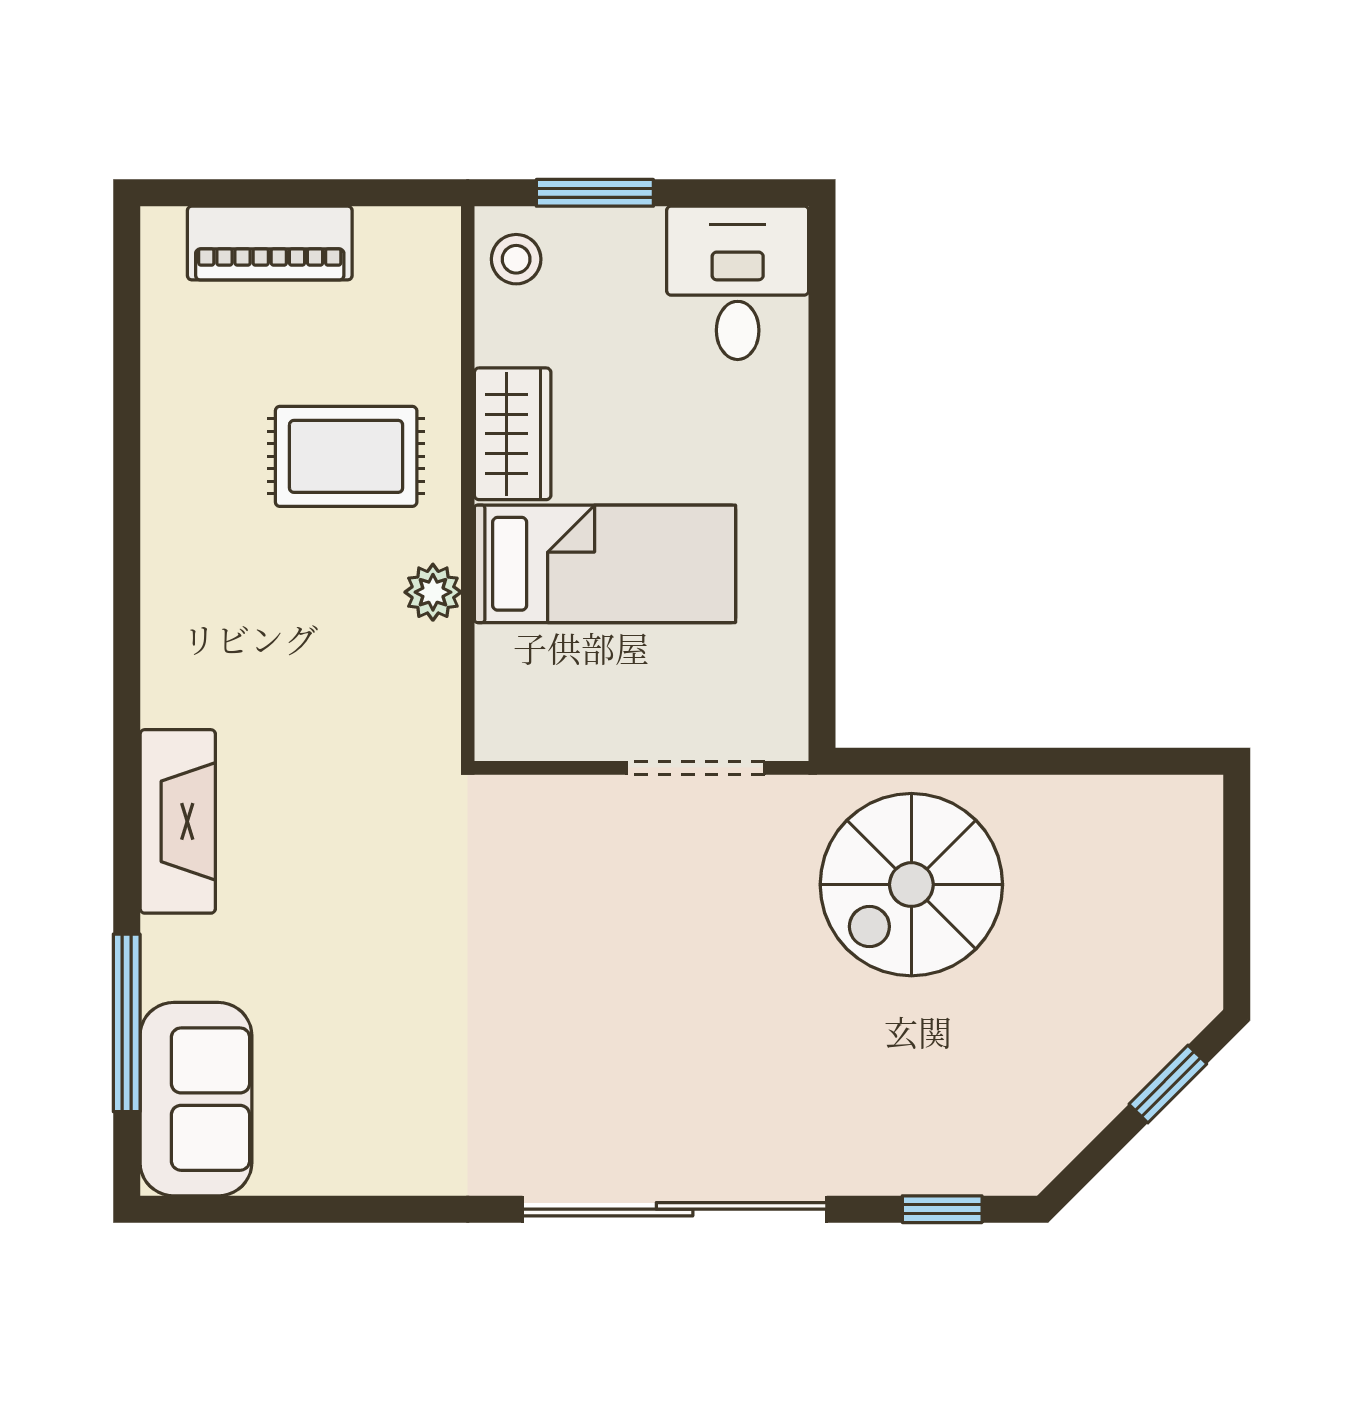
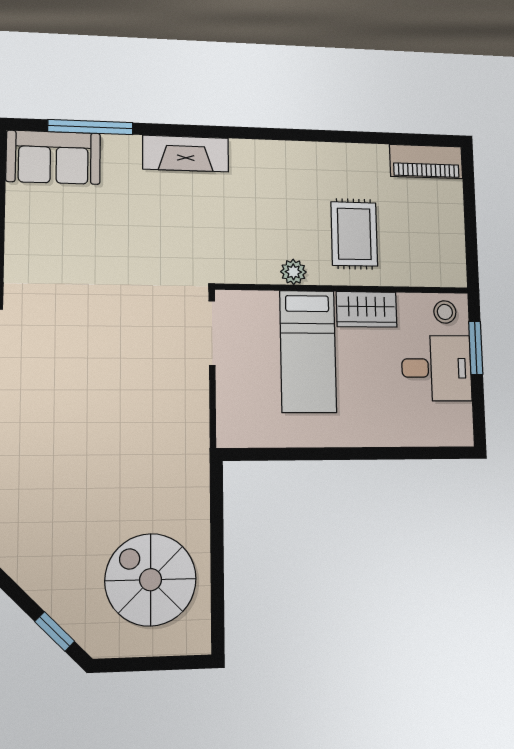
piano: (270, 243) -> (426, 162), moved, turned -90
desk: (738, 283) -> (437, 368), moved
doorway: (696, 768) -> (212, 333), moved
spiral stairs: (911, 885) -> (151, 580), moved

